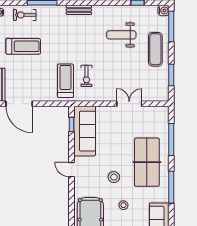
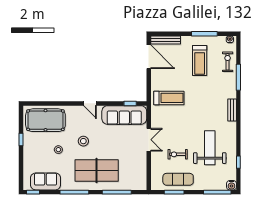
weight bench: (121, 35) -> (210, 148), width x1.36, depth x1.33
exercise mat: (155, 49) -> (178, 179), moved
exercise bike: (87, 76) -> (178, 154), moved
door: (19, 104) -> (149, 57), swing flipped
double door: (129, 104) -> (149, 140), moved
door: (72, 170) -> (90, 103), swing flipped

